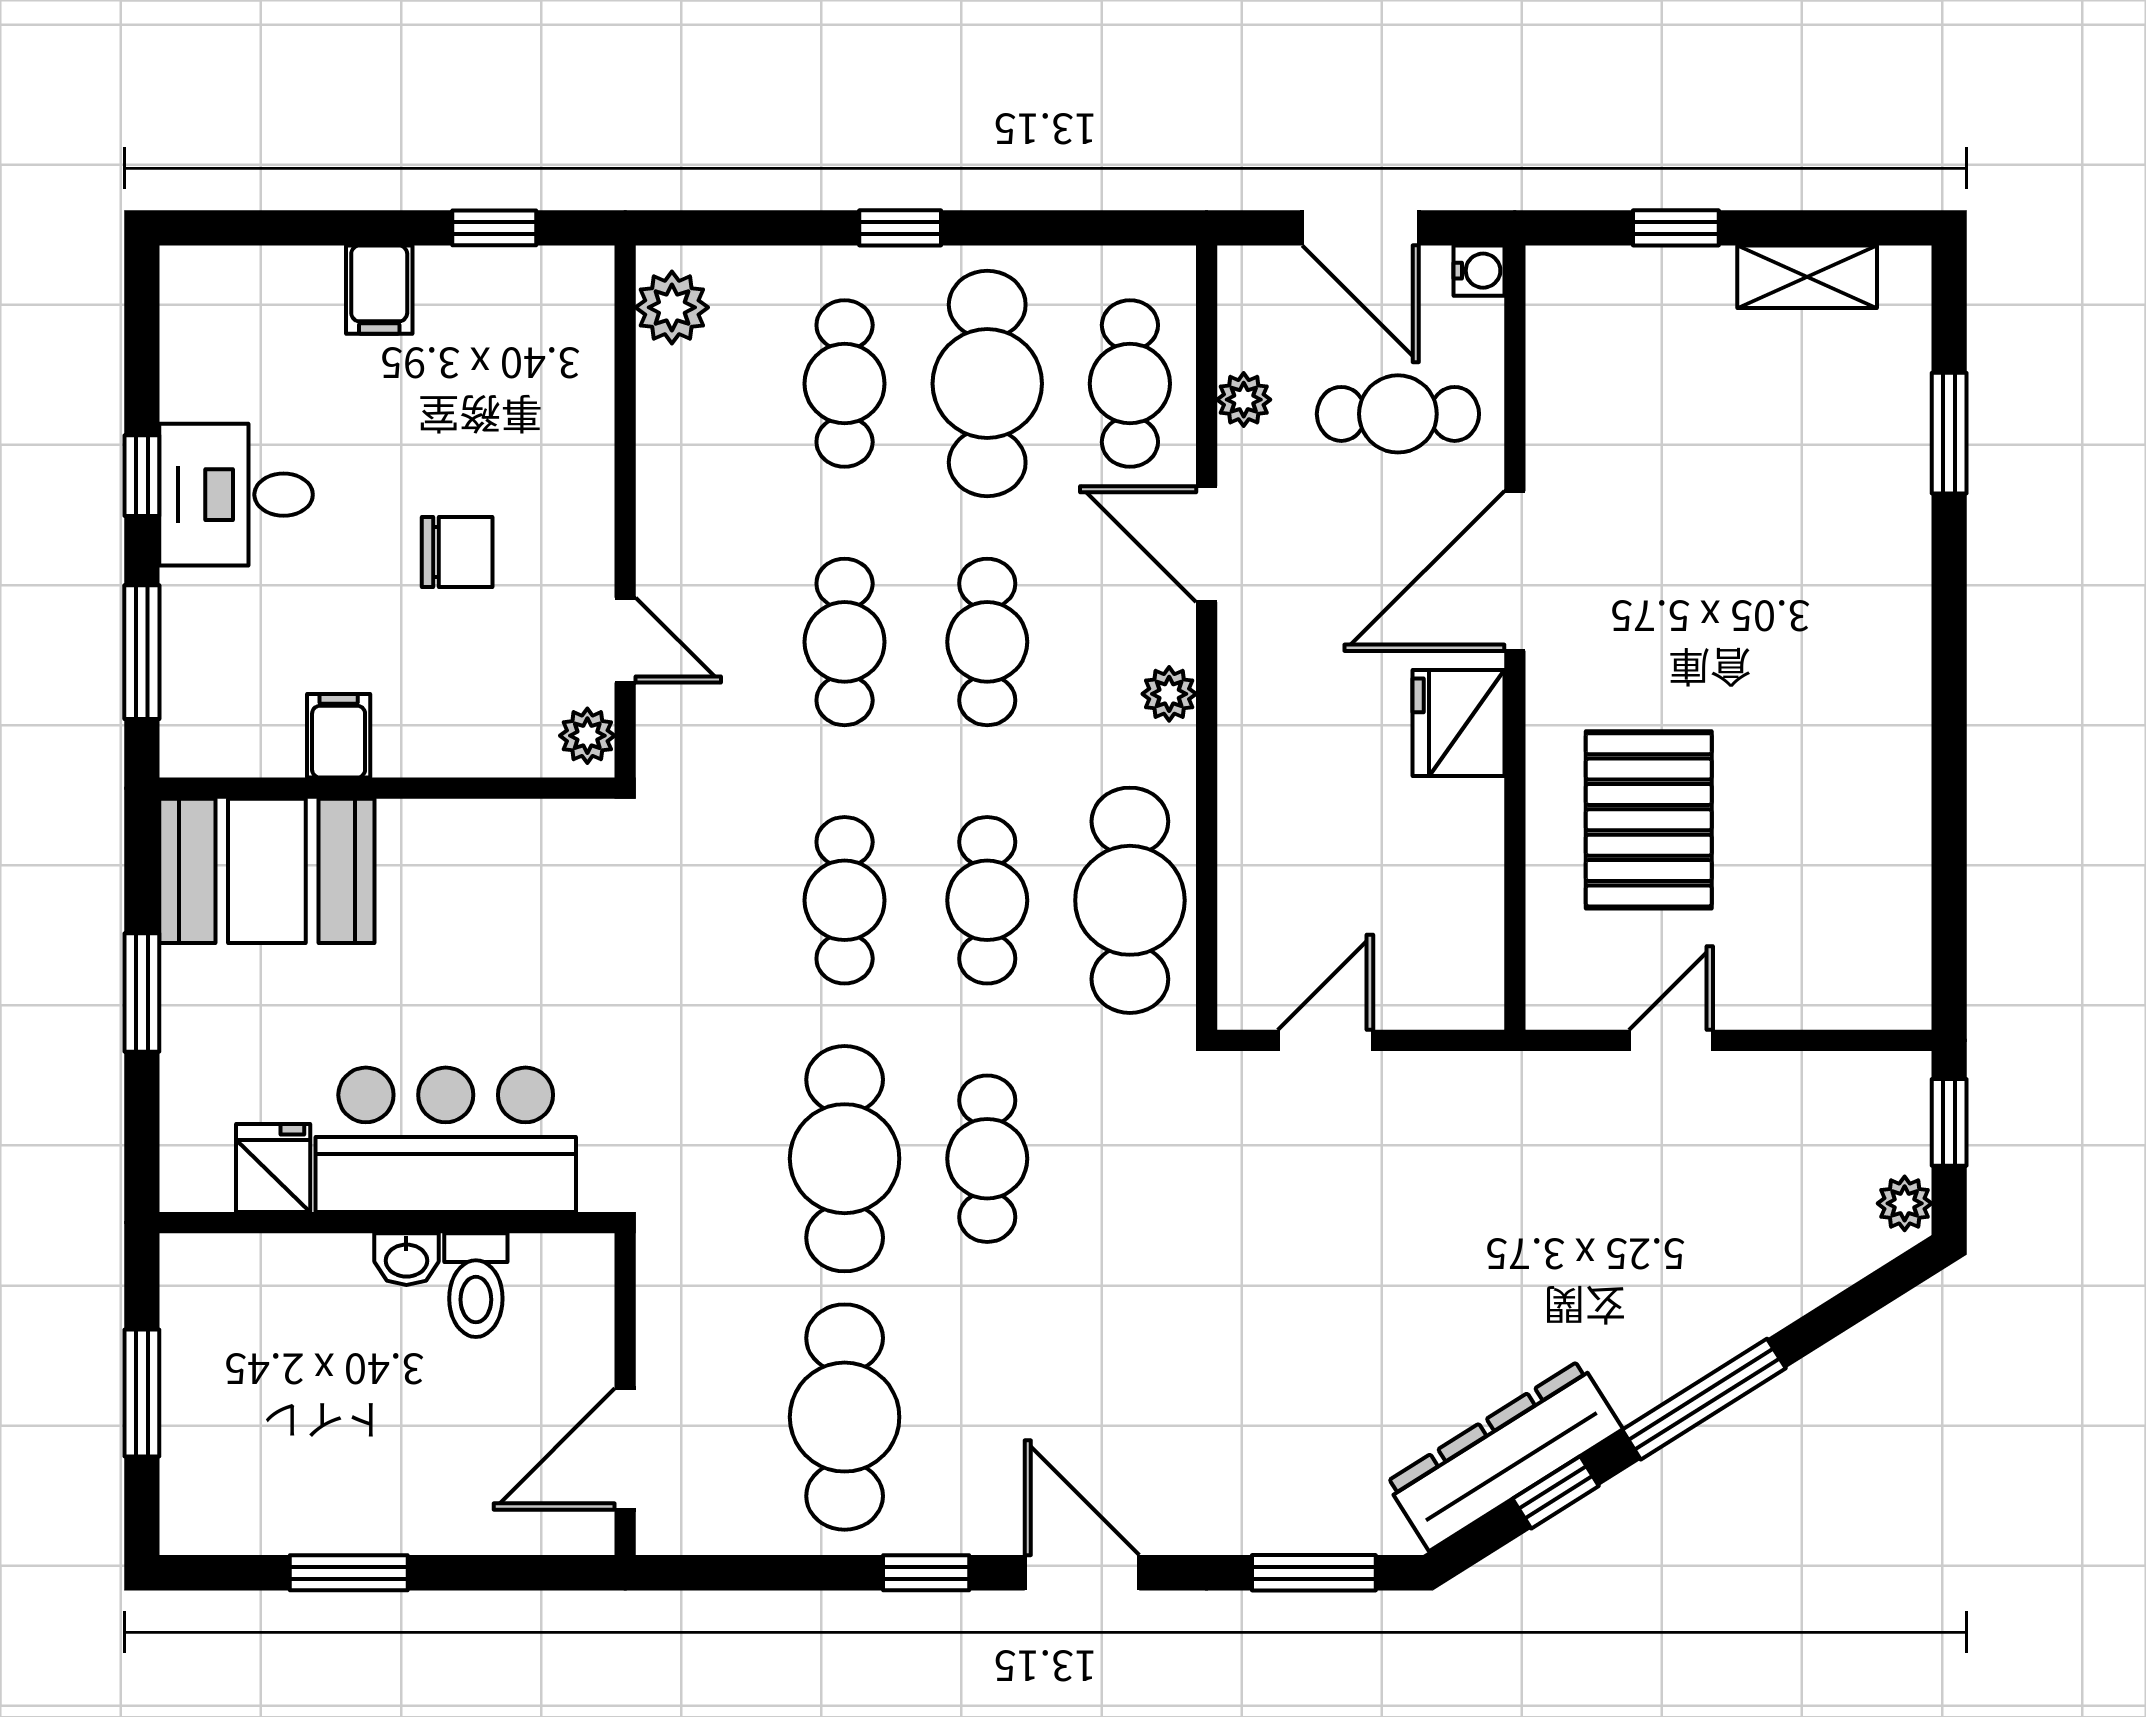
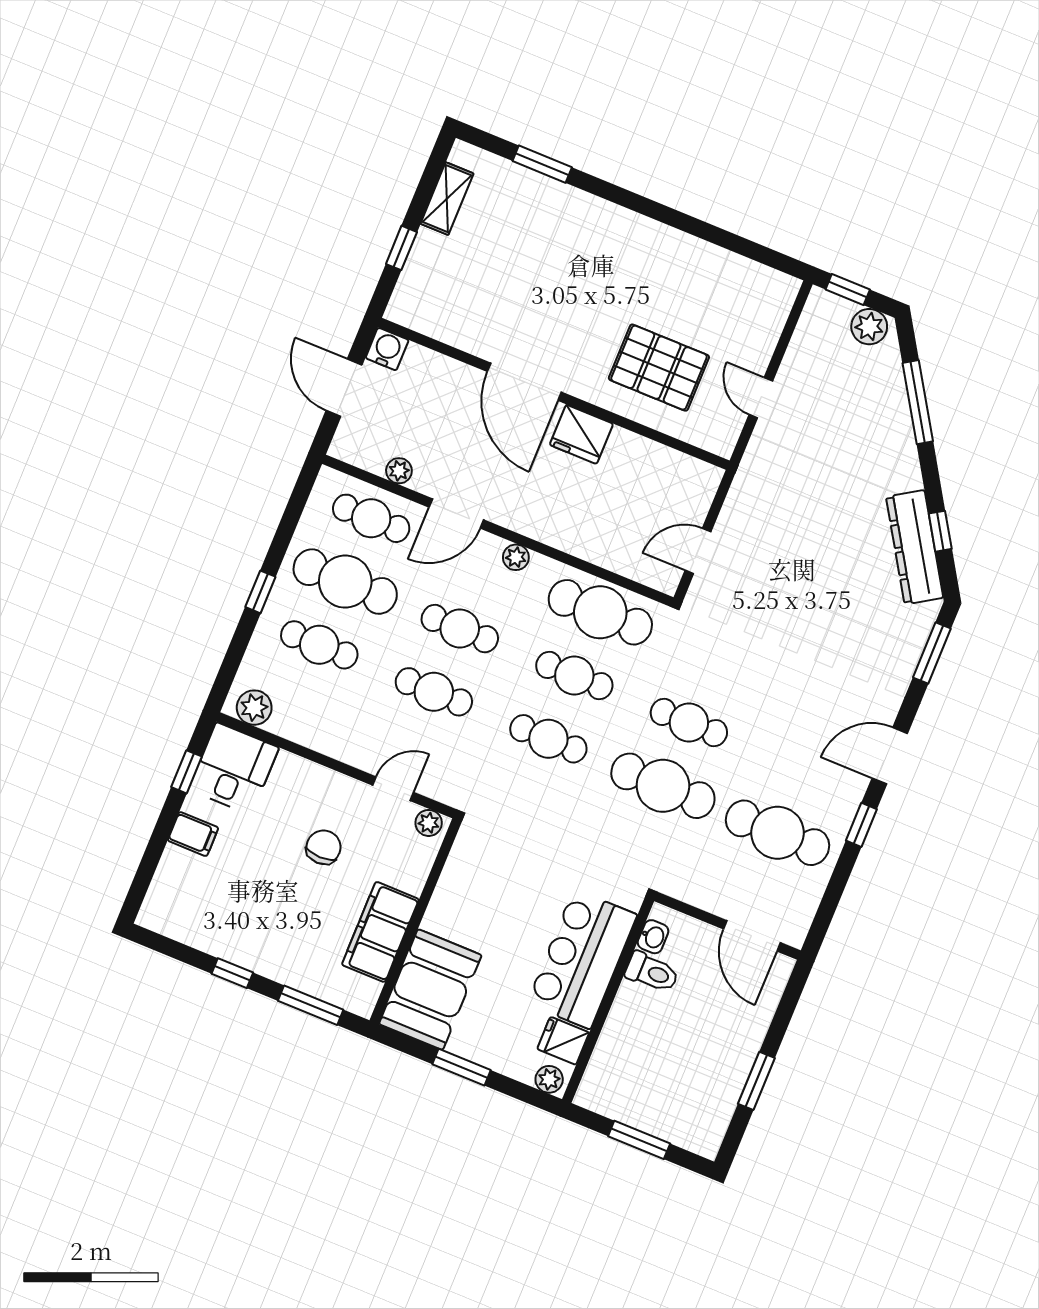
door: (1360, 228) -> (344, 388), swing flipped
water cooler: (1479, 271) -> (387, 349), width x1.38, depth x1.38
cafe table: (1398, 414) -> (433, 405), removed
desk: (236, 495) -> (234, 769), moved, turned 180
filing cabinet: (339, 736) -> (380, 932), width x3.00, depth x1.17
door: (1325, 1040) -> (698, 551), hinge flipped
plant: (188, 1171) -> (549, 1079), added
plant: (1905, 1203) -> (869, 327), width x1.38, depth x1.38
washbasin: (406, 1259) -> (653, 937), moved
window: (1704, 1399) -> (918, 402), moved

